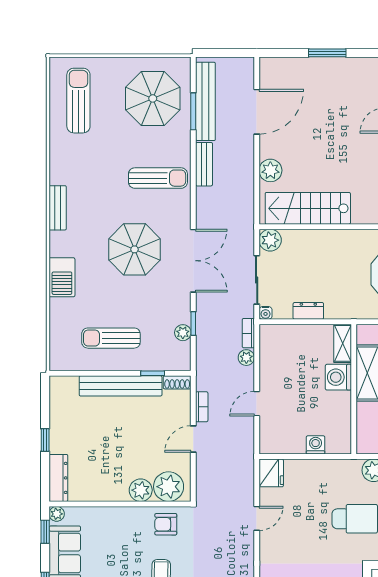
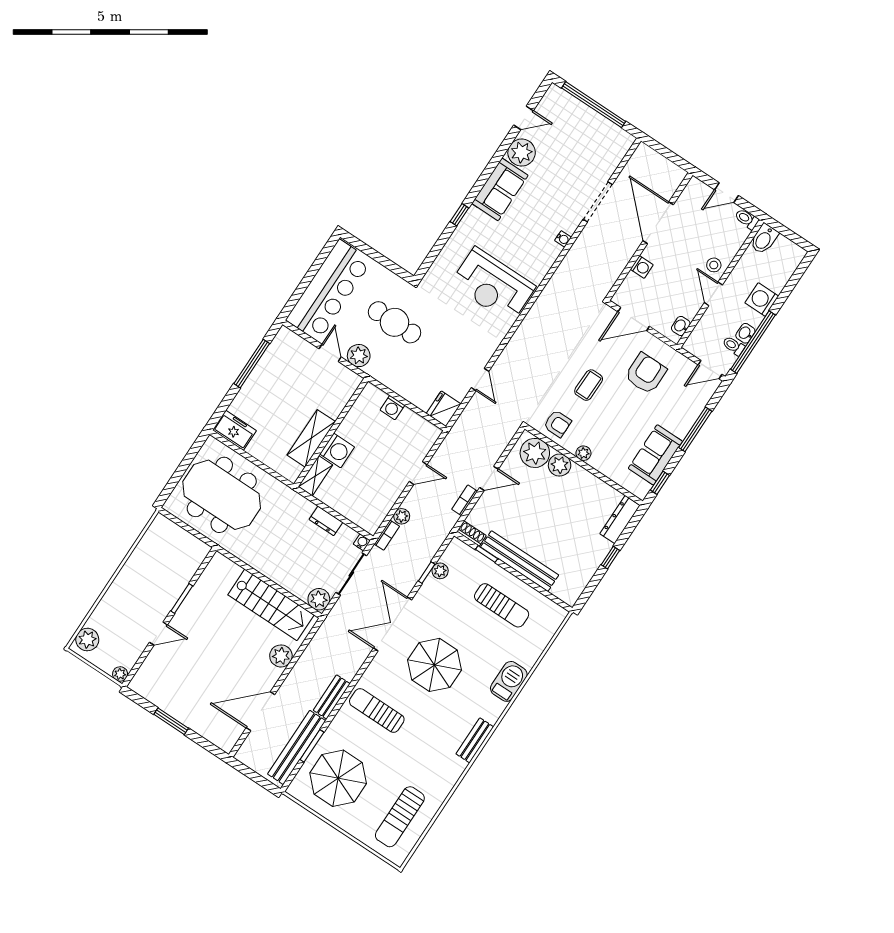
plant: (57, 514) -> (583, 453), moved
door: (257, 518) -> (480, 379), swing flipped

